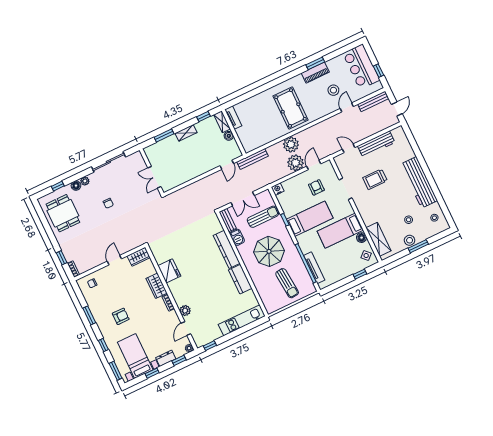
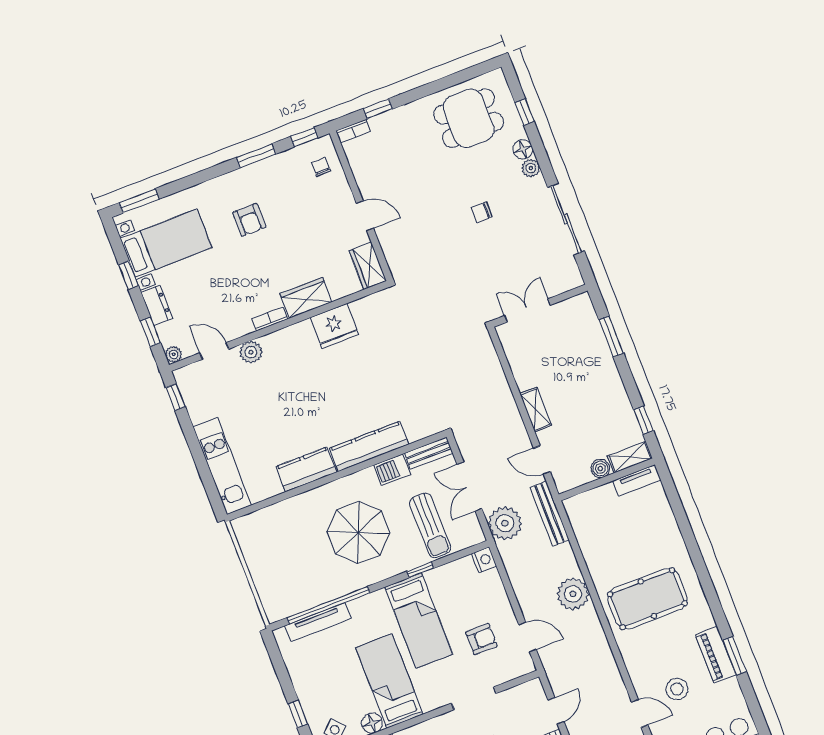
shelving: (186, 133) -> (536, 409), moved
plant: (296, 163) -> (505, 523), moved
sun lounger: (287, 283) -> (291, 564), removed
window: (103, 345) -> (304, 137), moved

